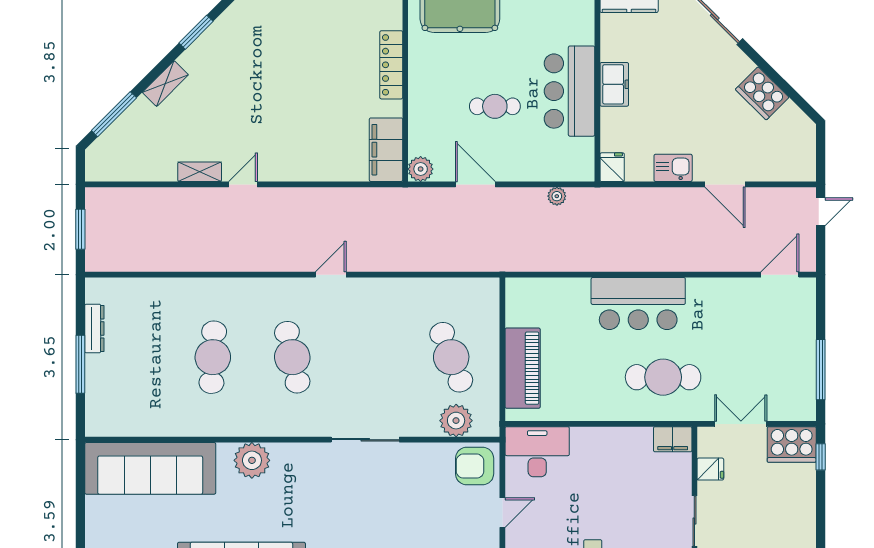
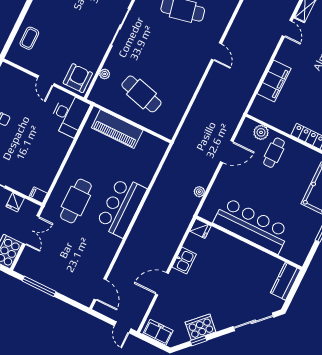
freezer: (614, 84) -> (158, 332), moved, turned 180
window: (785, 86) -> (198, 341), added
bar counter: (569, 91) -> (252, 226), width x1.36
cafe table: (495, 106) -> (274, 153), moved
filing cabinet: (386, 150) -> (274, 81), moved, turned 90
plant: (421, 169) -> (261, 132), moved
cafe table: (451, 357) -> (141, 94), turned 36
plant: (456, 421) -> (105, 74), width x0.53, depth x0.53
filing cabinet: (673, 439) -> (38, 195), width x0.50

